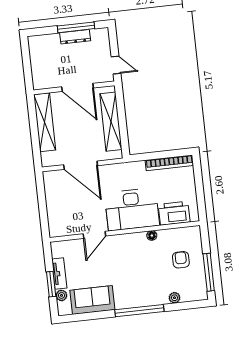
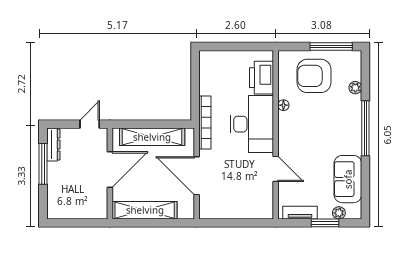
dresser: (75, 37) -> (53, 144), moved
bookcase: (169, 163) -> (205, 122), moved
door: (81, 165) -> (197, 176), swing flipped
armchair: (181, 260) -> (314, 76), width x1.88, depth x1.88
tv unit: (59, 274) -> (300, 213), moved

